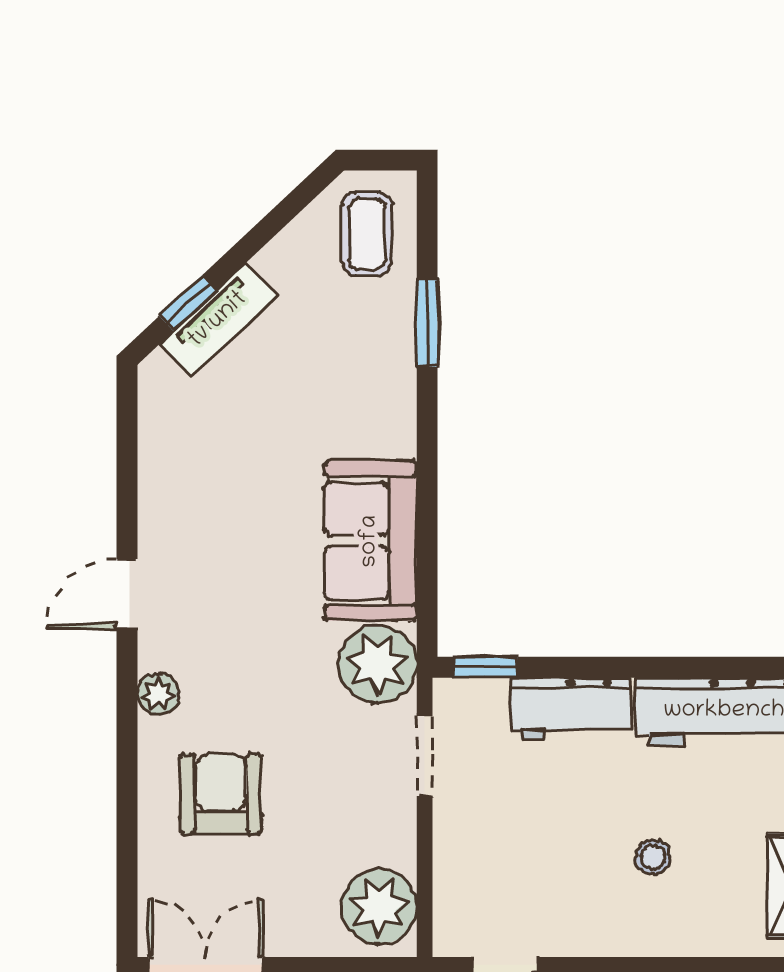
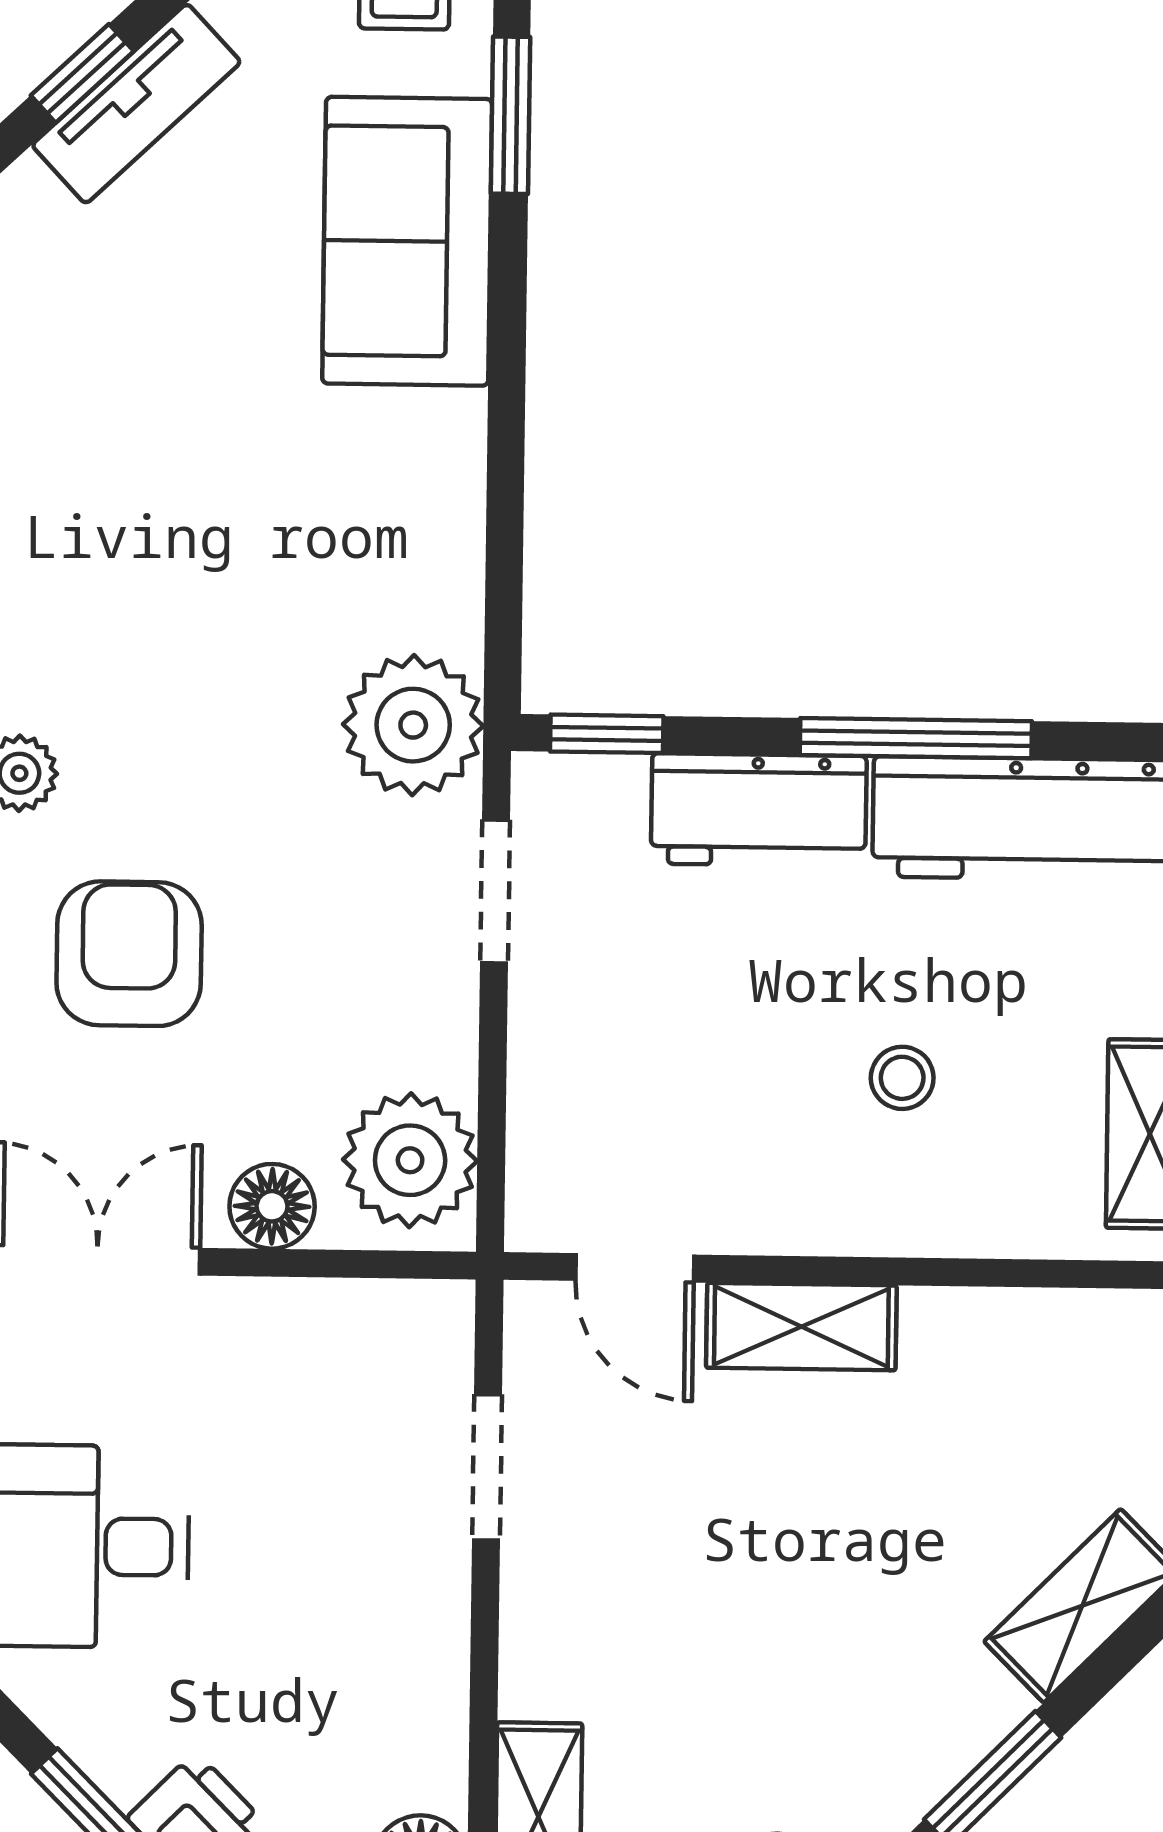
sofa: (370, 541) -> (407, 241), moved
window: (658, 667) -> (916, 738), added
floor lamp: (303, 933) -> (272, 1206), added

